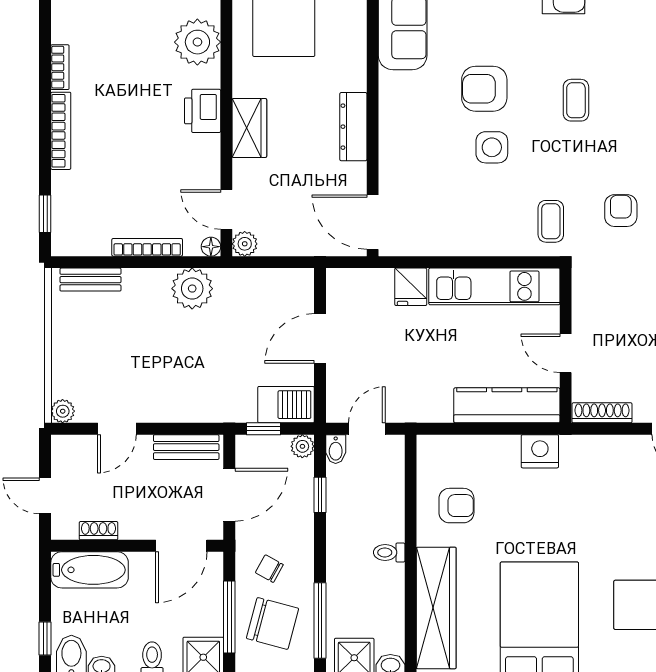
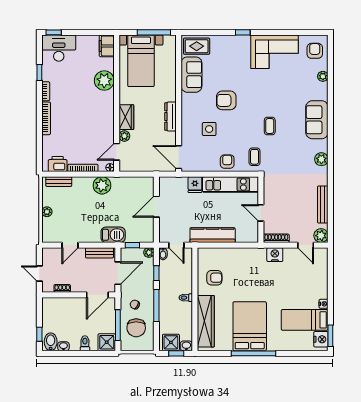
coffee table: (576, 100) -> (270, 126), moved
printer: (203, 111) -> (58, 164), moved, turned 90
side table: (492, 147) -> (209, 129), moved
door: (226, 210) -> (117, 152), hinge flipped
armchair: (621, 211) -> (227, 162), moved
window: (45, 214) -> (39, 73), moved
plant: (245, 244) -> (124, 136), moved
barbecue: (286, 405) -> (113, 235), moved
kitchen counter: (507, 405) -> (213, 235), moved
plant: (63, 411) -> (47, 212), moved
door: (367, 429) -> (176, 245), swing flipped
nightstand: (540, 451) -> (275, 255), moved
bathtub: (90, 570) -> (58, 305), removed
window: (320, 620) -> (156, 305), moved
chair: (273, 623) -> (136, 328), turned 75

